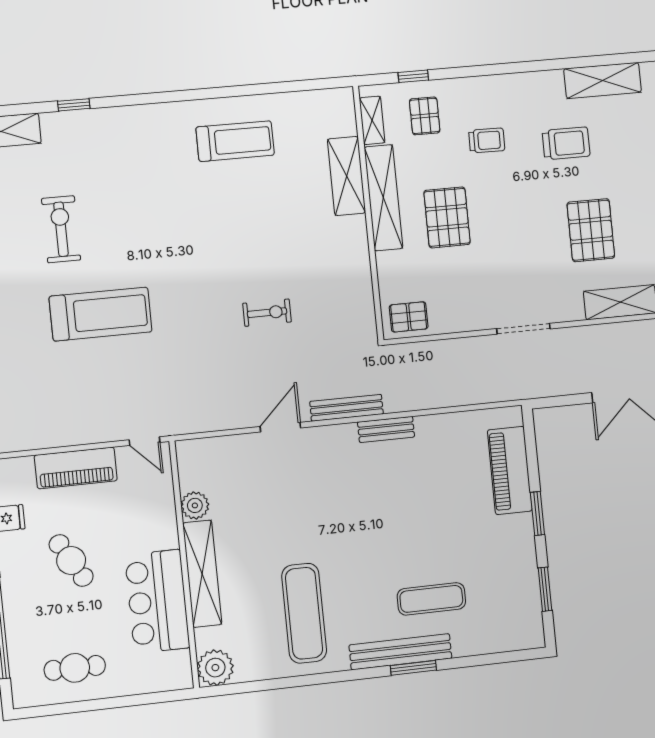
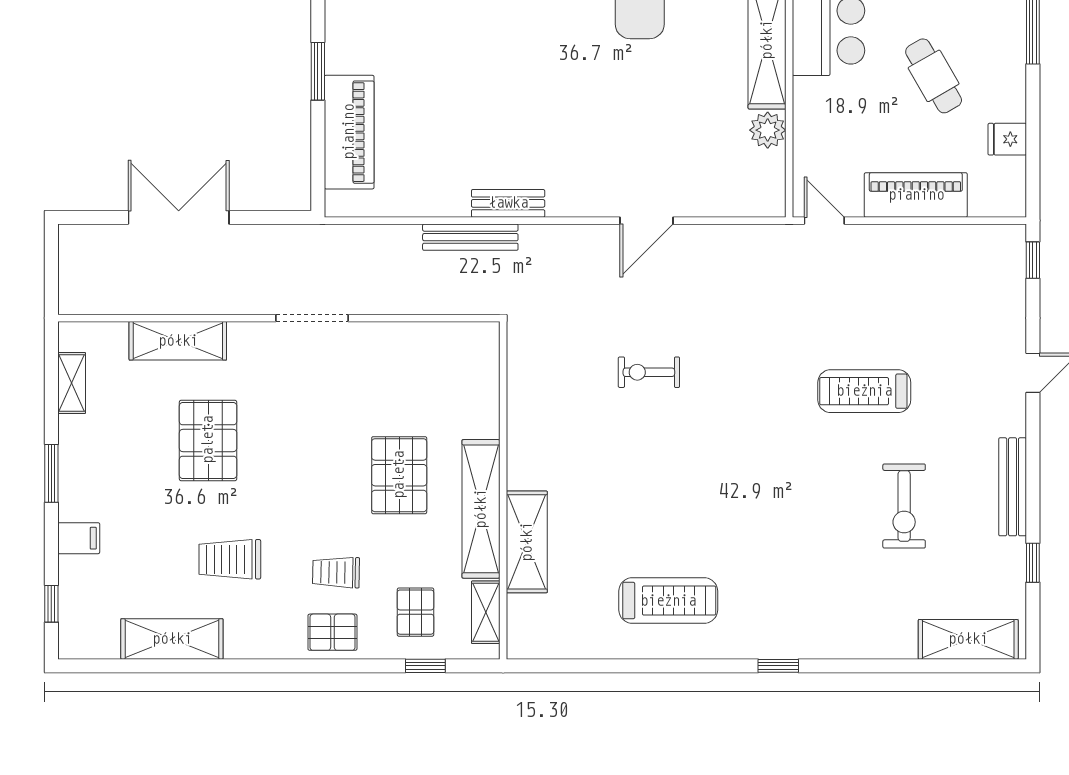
window: (74, 105) -> (778, 666), moved
treadmill: (235, 141) -> (668, 601), turned 180
treadmill: (101, 314) -> (864, 391), width x0.73, depth x0.73
pallet: (409, 317) -> (332, 632), moved
bench: (347, 408) -> (470, 237), moved

